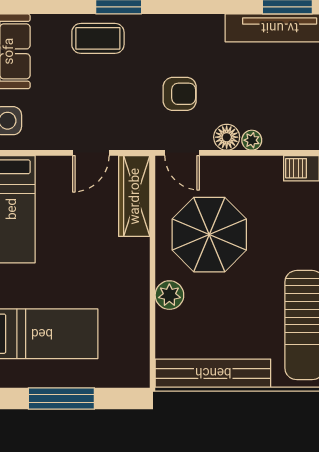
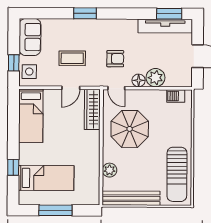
coffee table: (98, 38) -> (72, 58), moved
plant: (252, 140) -> (155, 78), width x1.87, depth x1.87
plant: (169, 295) -> (110, 170), moved

